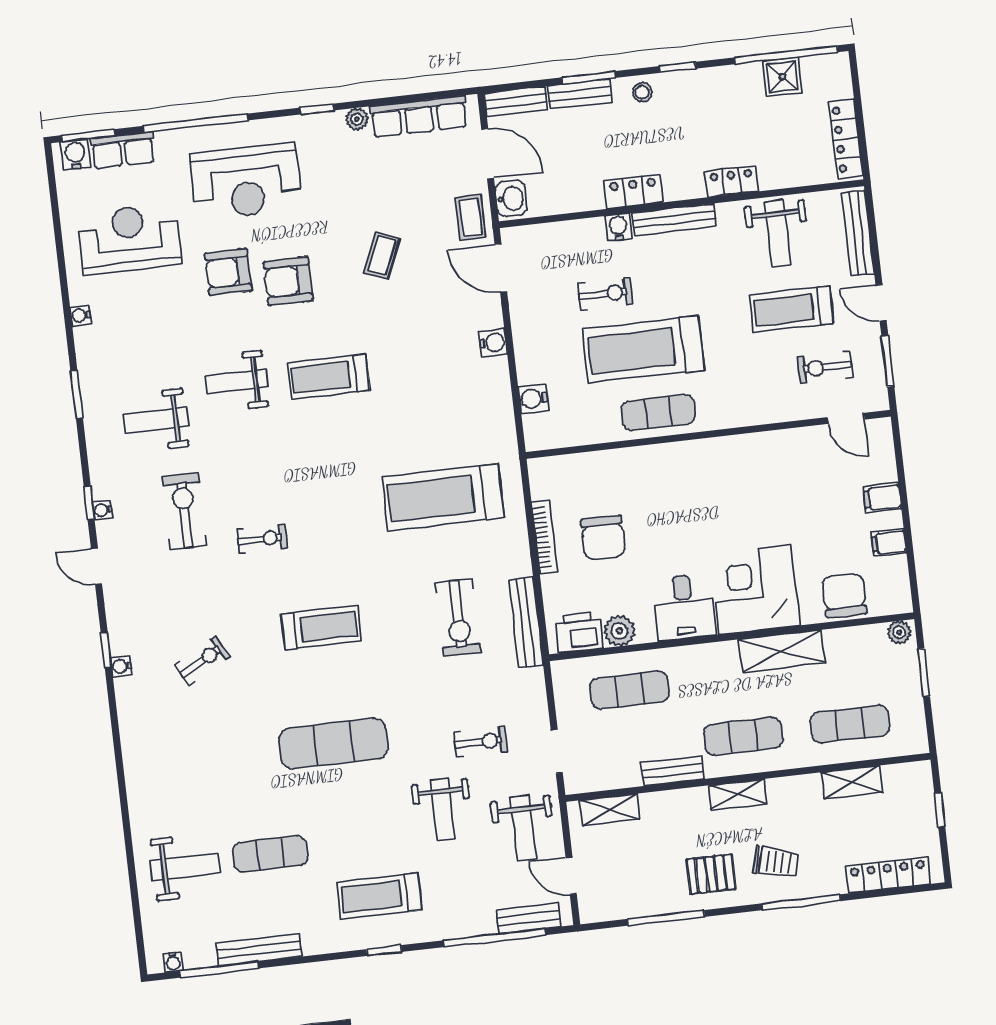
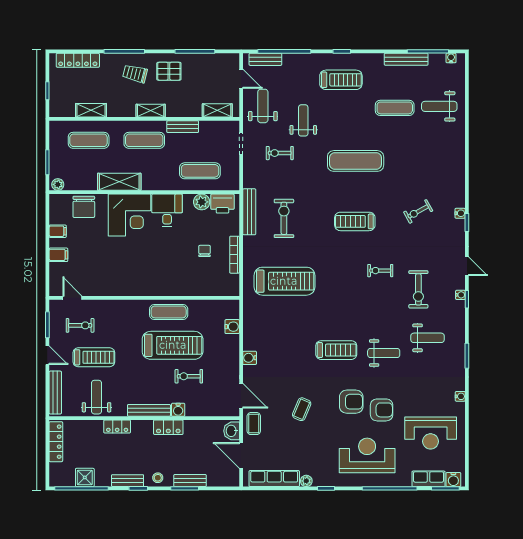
bench: (516, 101) -> (128, 481), moved
chair: (603, 538) -> (204, 251), width x0.54, depth x0.54

